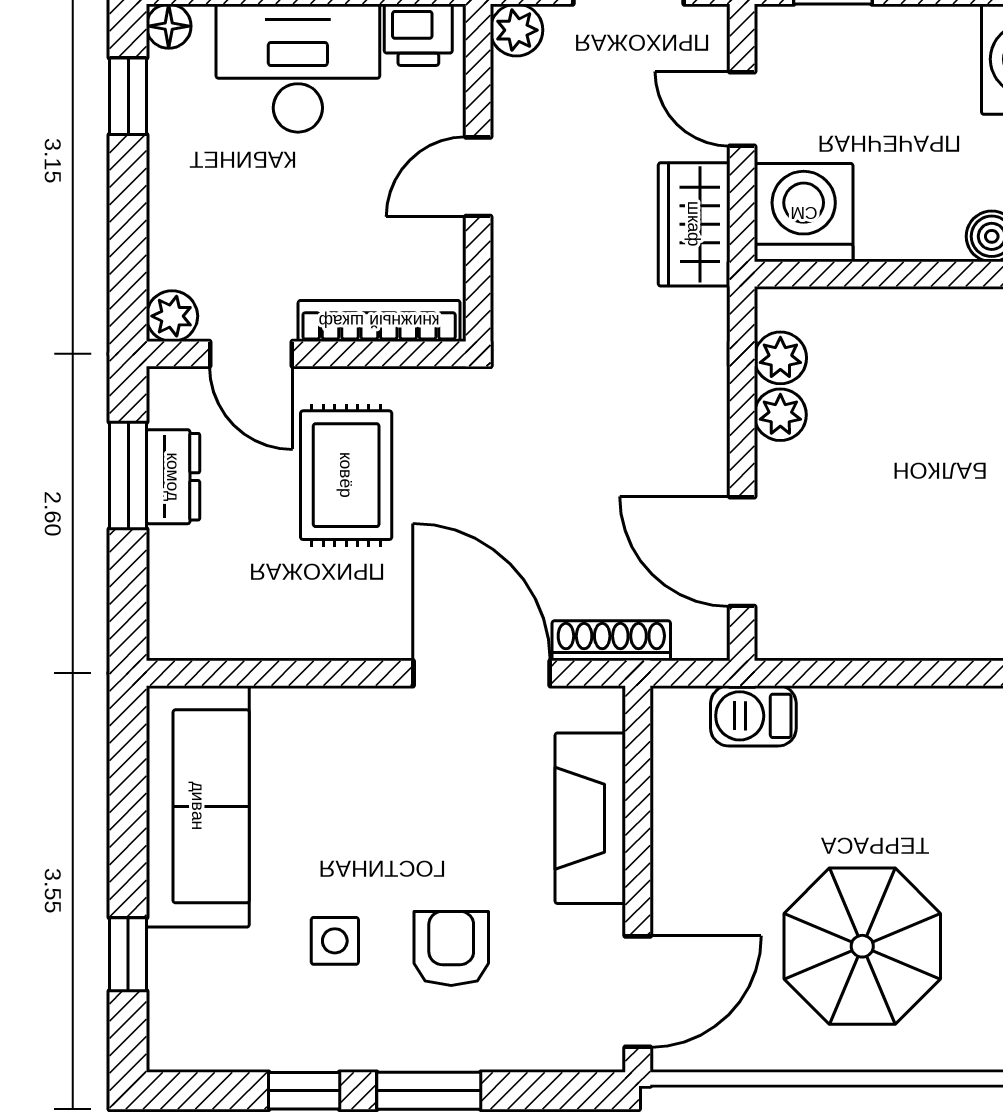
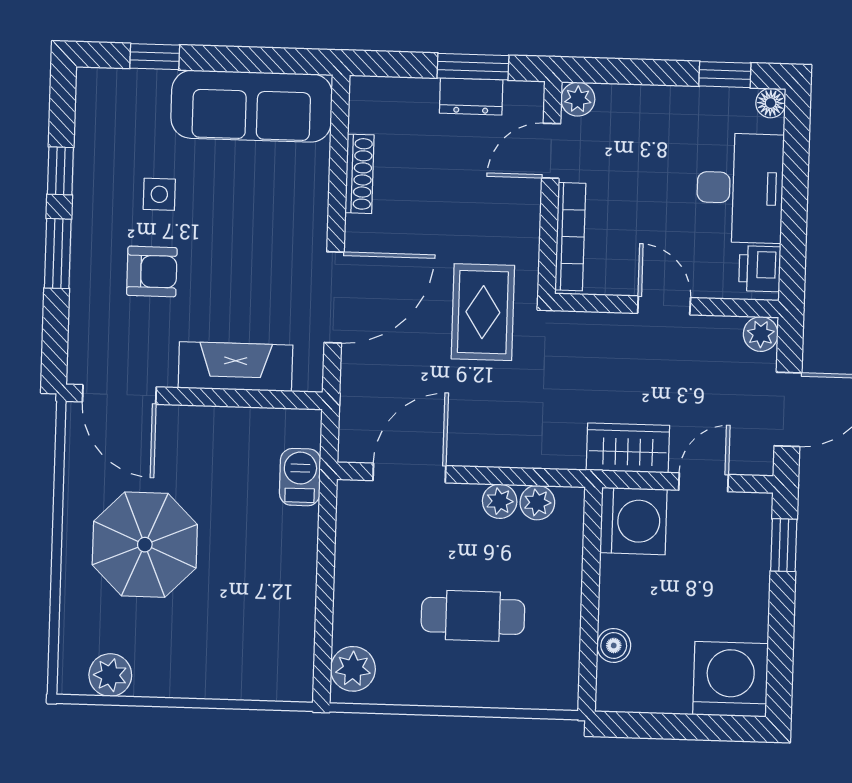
cafe table: (954, 449) -> (473, 616), added
rug: (346, 475) -> (483, 312), moved, turned 90
shoe rack: (611, 641) -> (360, 174), moved

